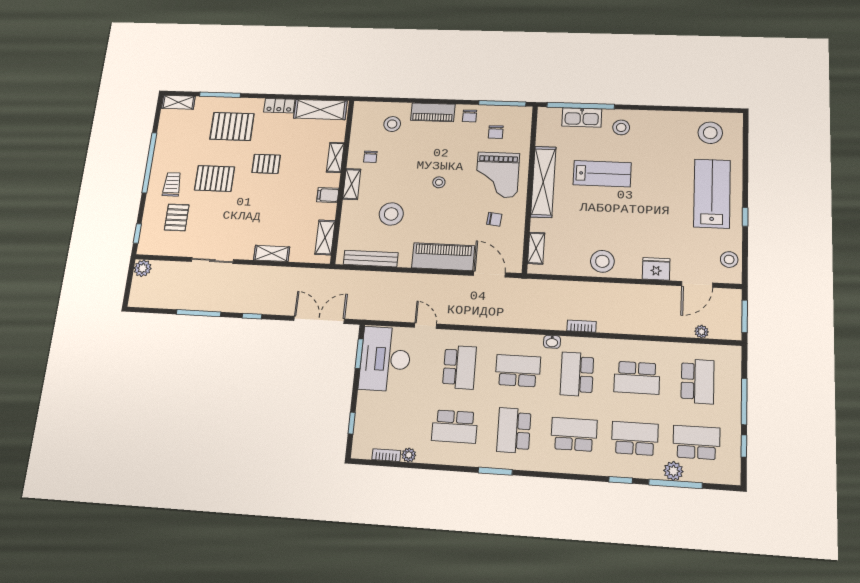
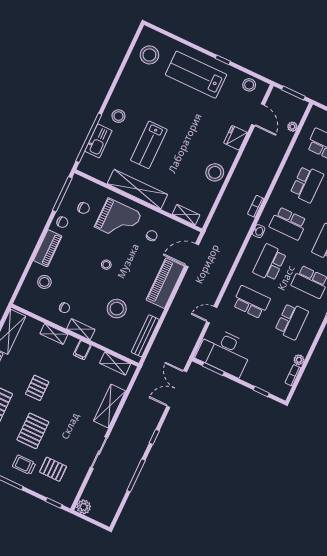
lab bench: (602, 174) -> (149, 145), turned 180
shelving: (272, 253) -> (110, 406), width x1.50, depth x1.33

